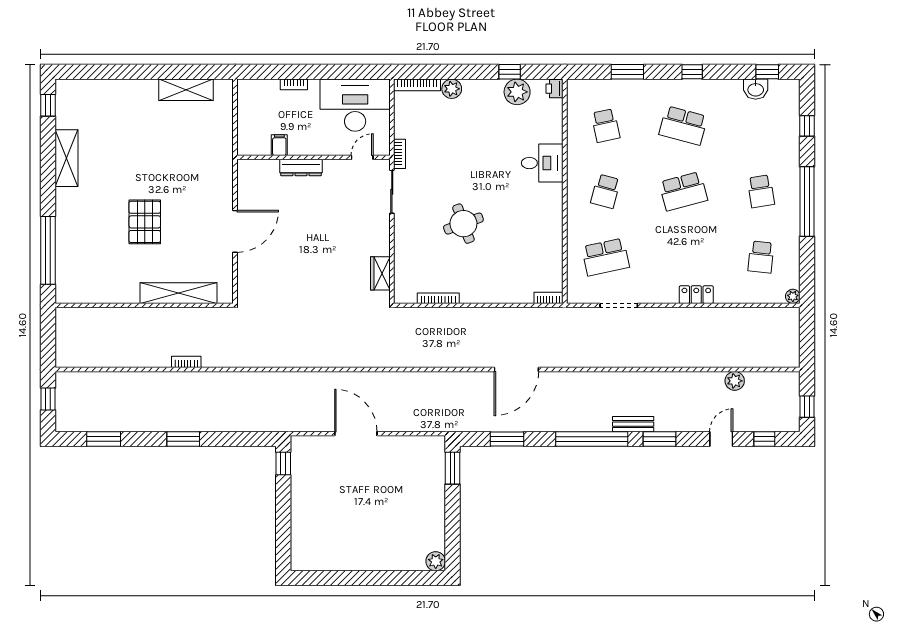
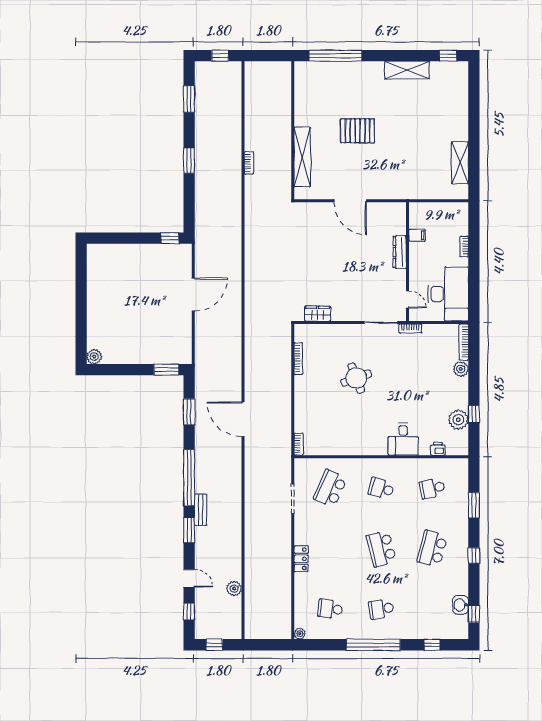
printer: (555, 89) -> (438, 449), moved
school desk: (606, 257) -> (330, 488), turned 36

